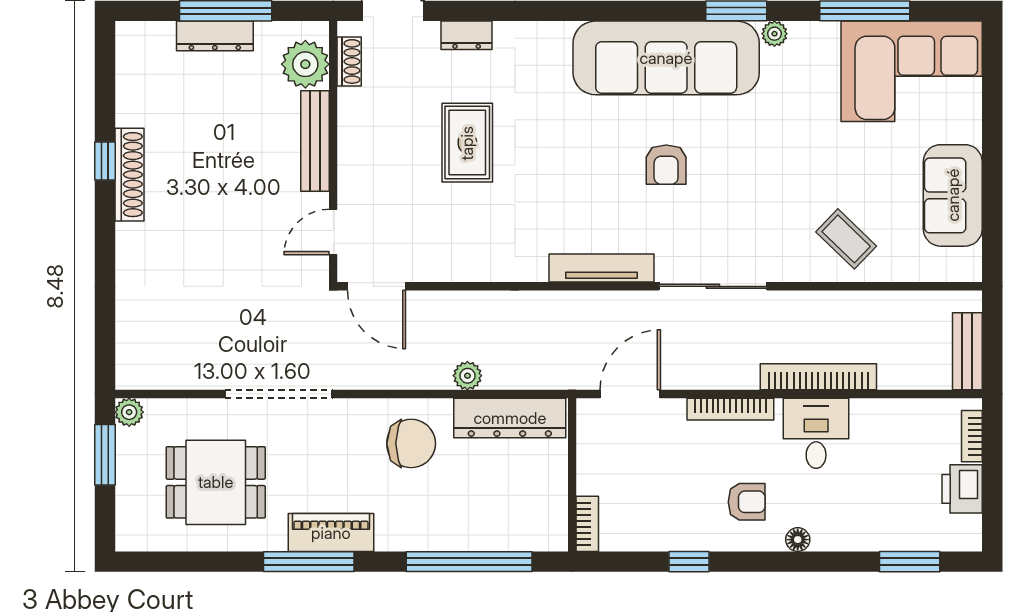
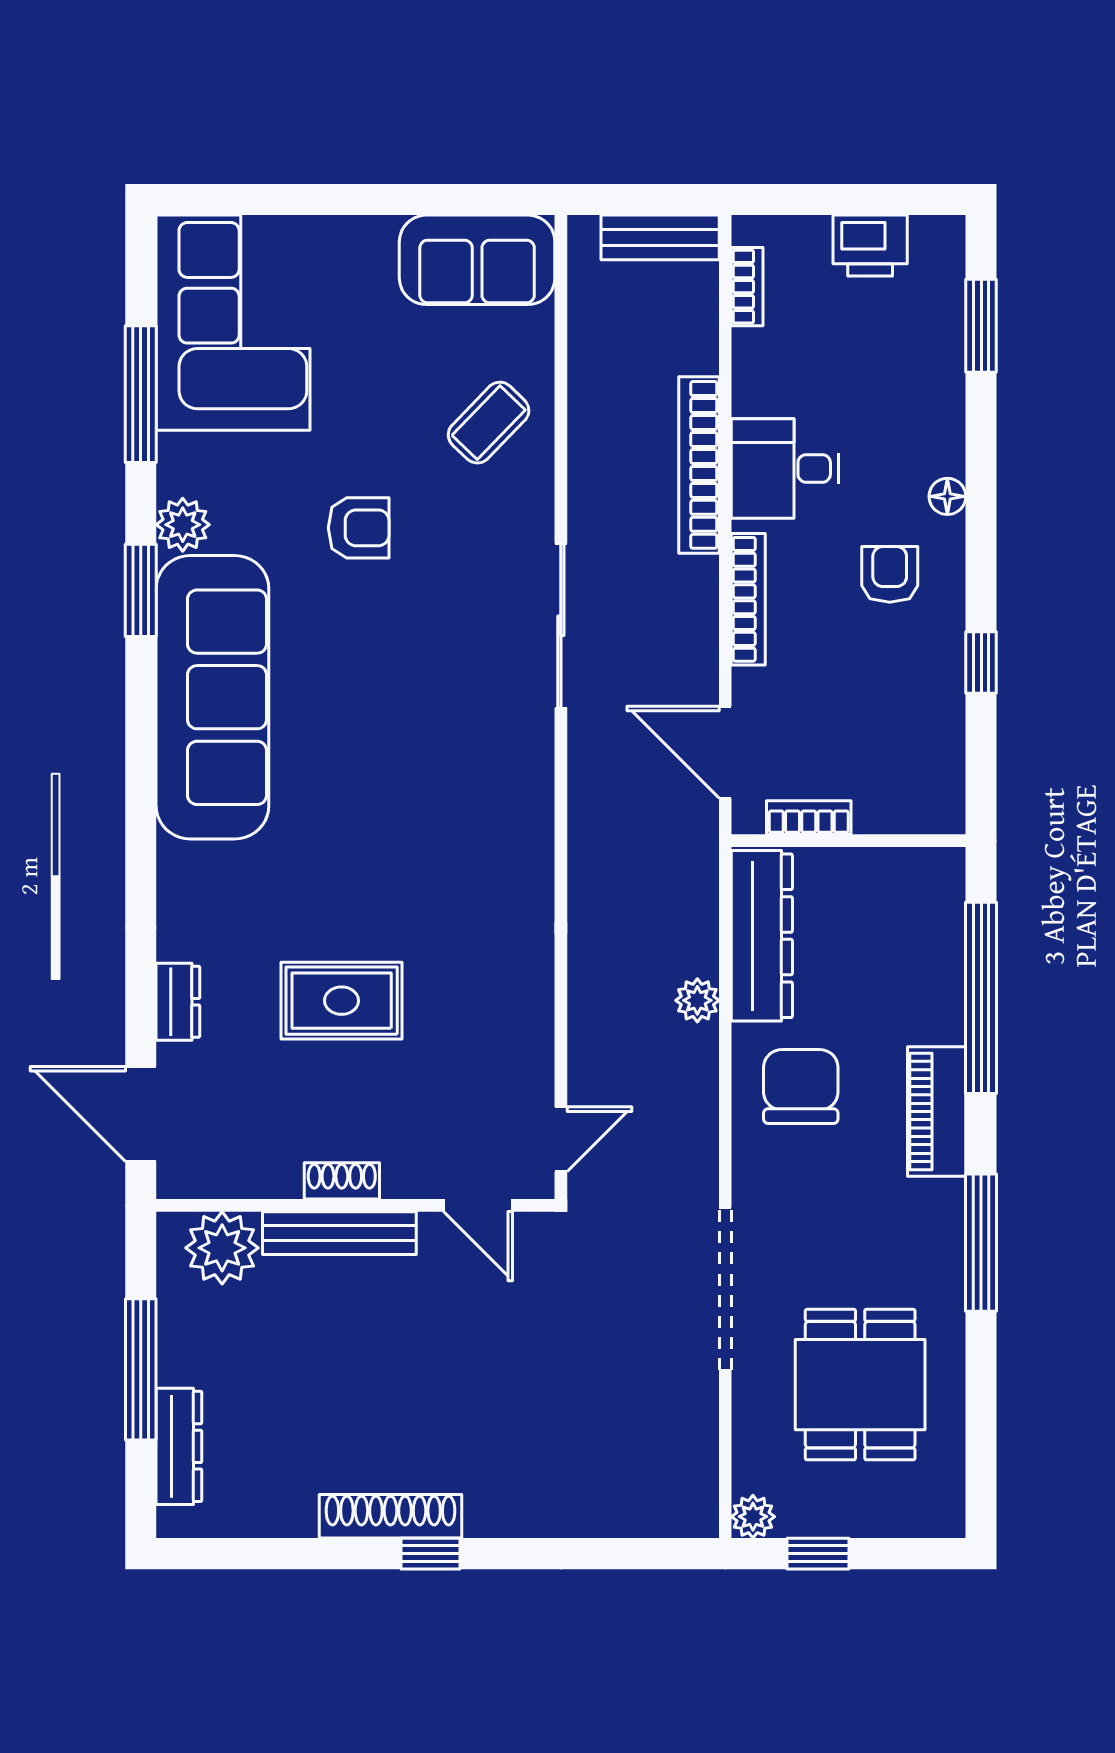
plant: (774, 34) -> (183, 525), width x1.38, depth x1.38
dresser: (215, 36) -> (179, 1446), moved
shoe rack: (349, 61) -> (342, 1181), moved
window: (105, 161) -> (430, 1554), moved
armchair: (666, 165) -> (359, 528), moved
sofa: (953, 195) -> (477, 260), moved
tv unit: (601, 268) -> (533, 796), removed
door: (377, 286) -> (561, 1139), width x0.73
bookcase: (972, 436) -> (747, 287), moved, turned -90
window: (105, 455) -> (818, 1554), width x0.67
bookcase: (587, 524) -> (809, 818), moved
piano: (331, 533) -> (937, 1112), moved

